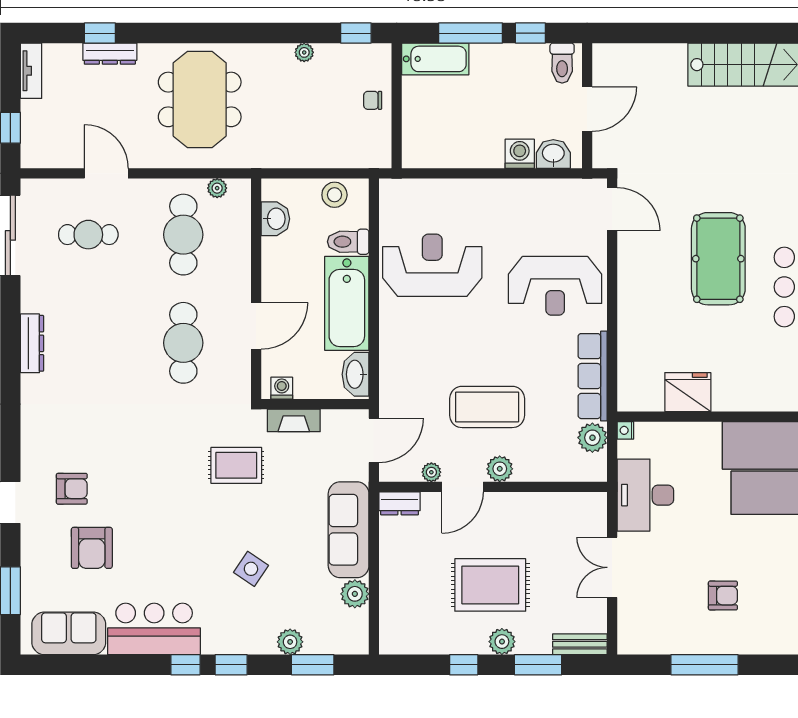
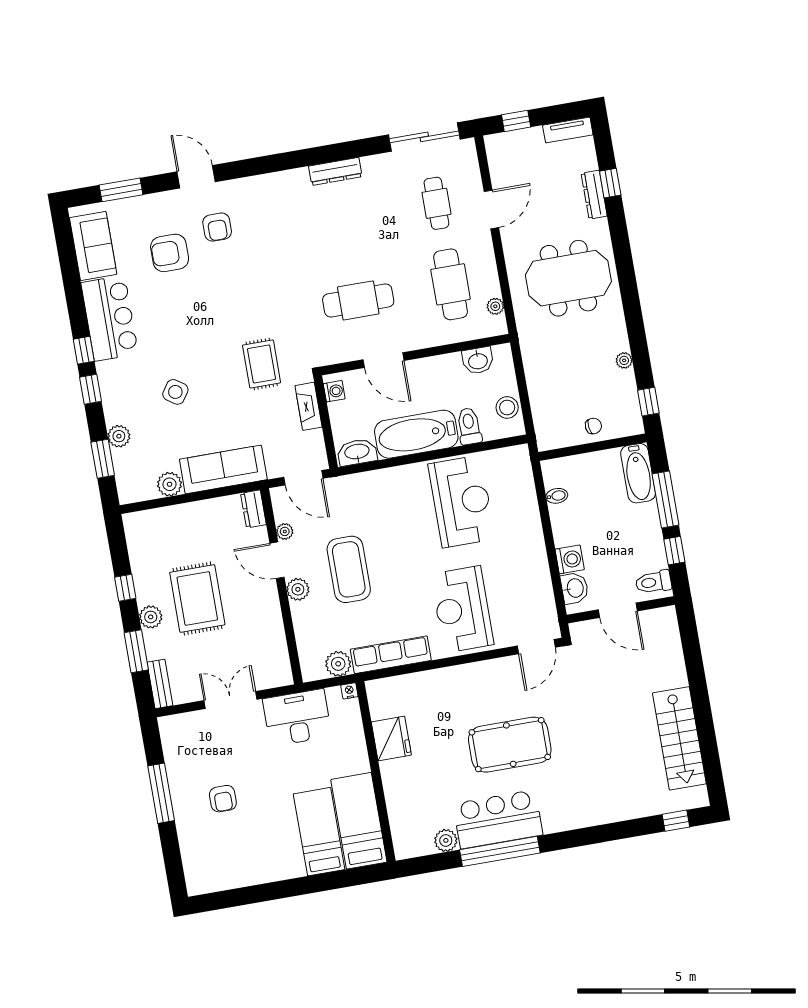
chair: (373, 100) -> (593, 426), turned 83
bidet: (445, 156) -> (557, 496), added
cafe table: (183, 235) -> (451, 284), turned 90

